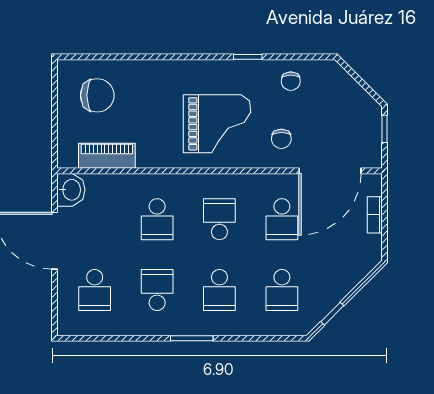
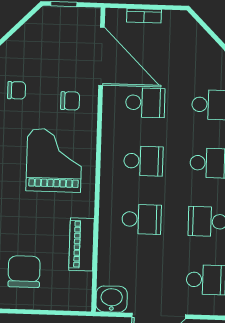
piano: (107, 156) -> (82, 244), moved
school desk: (219, 219) -> (143, 161), turned 180

